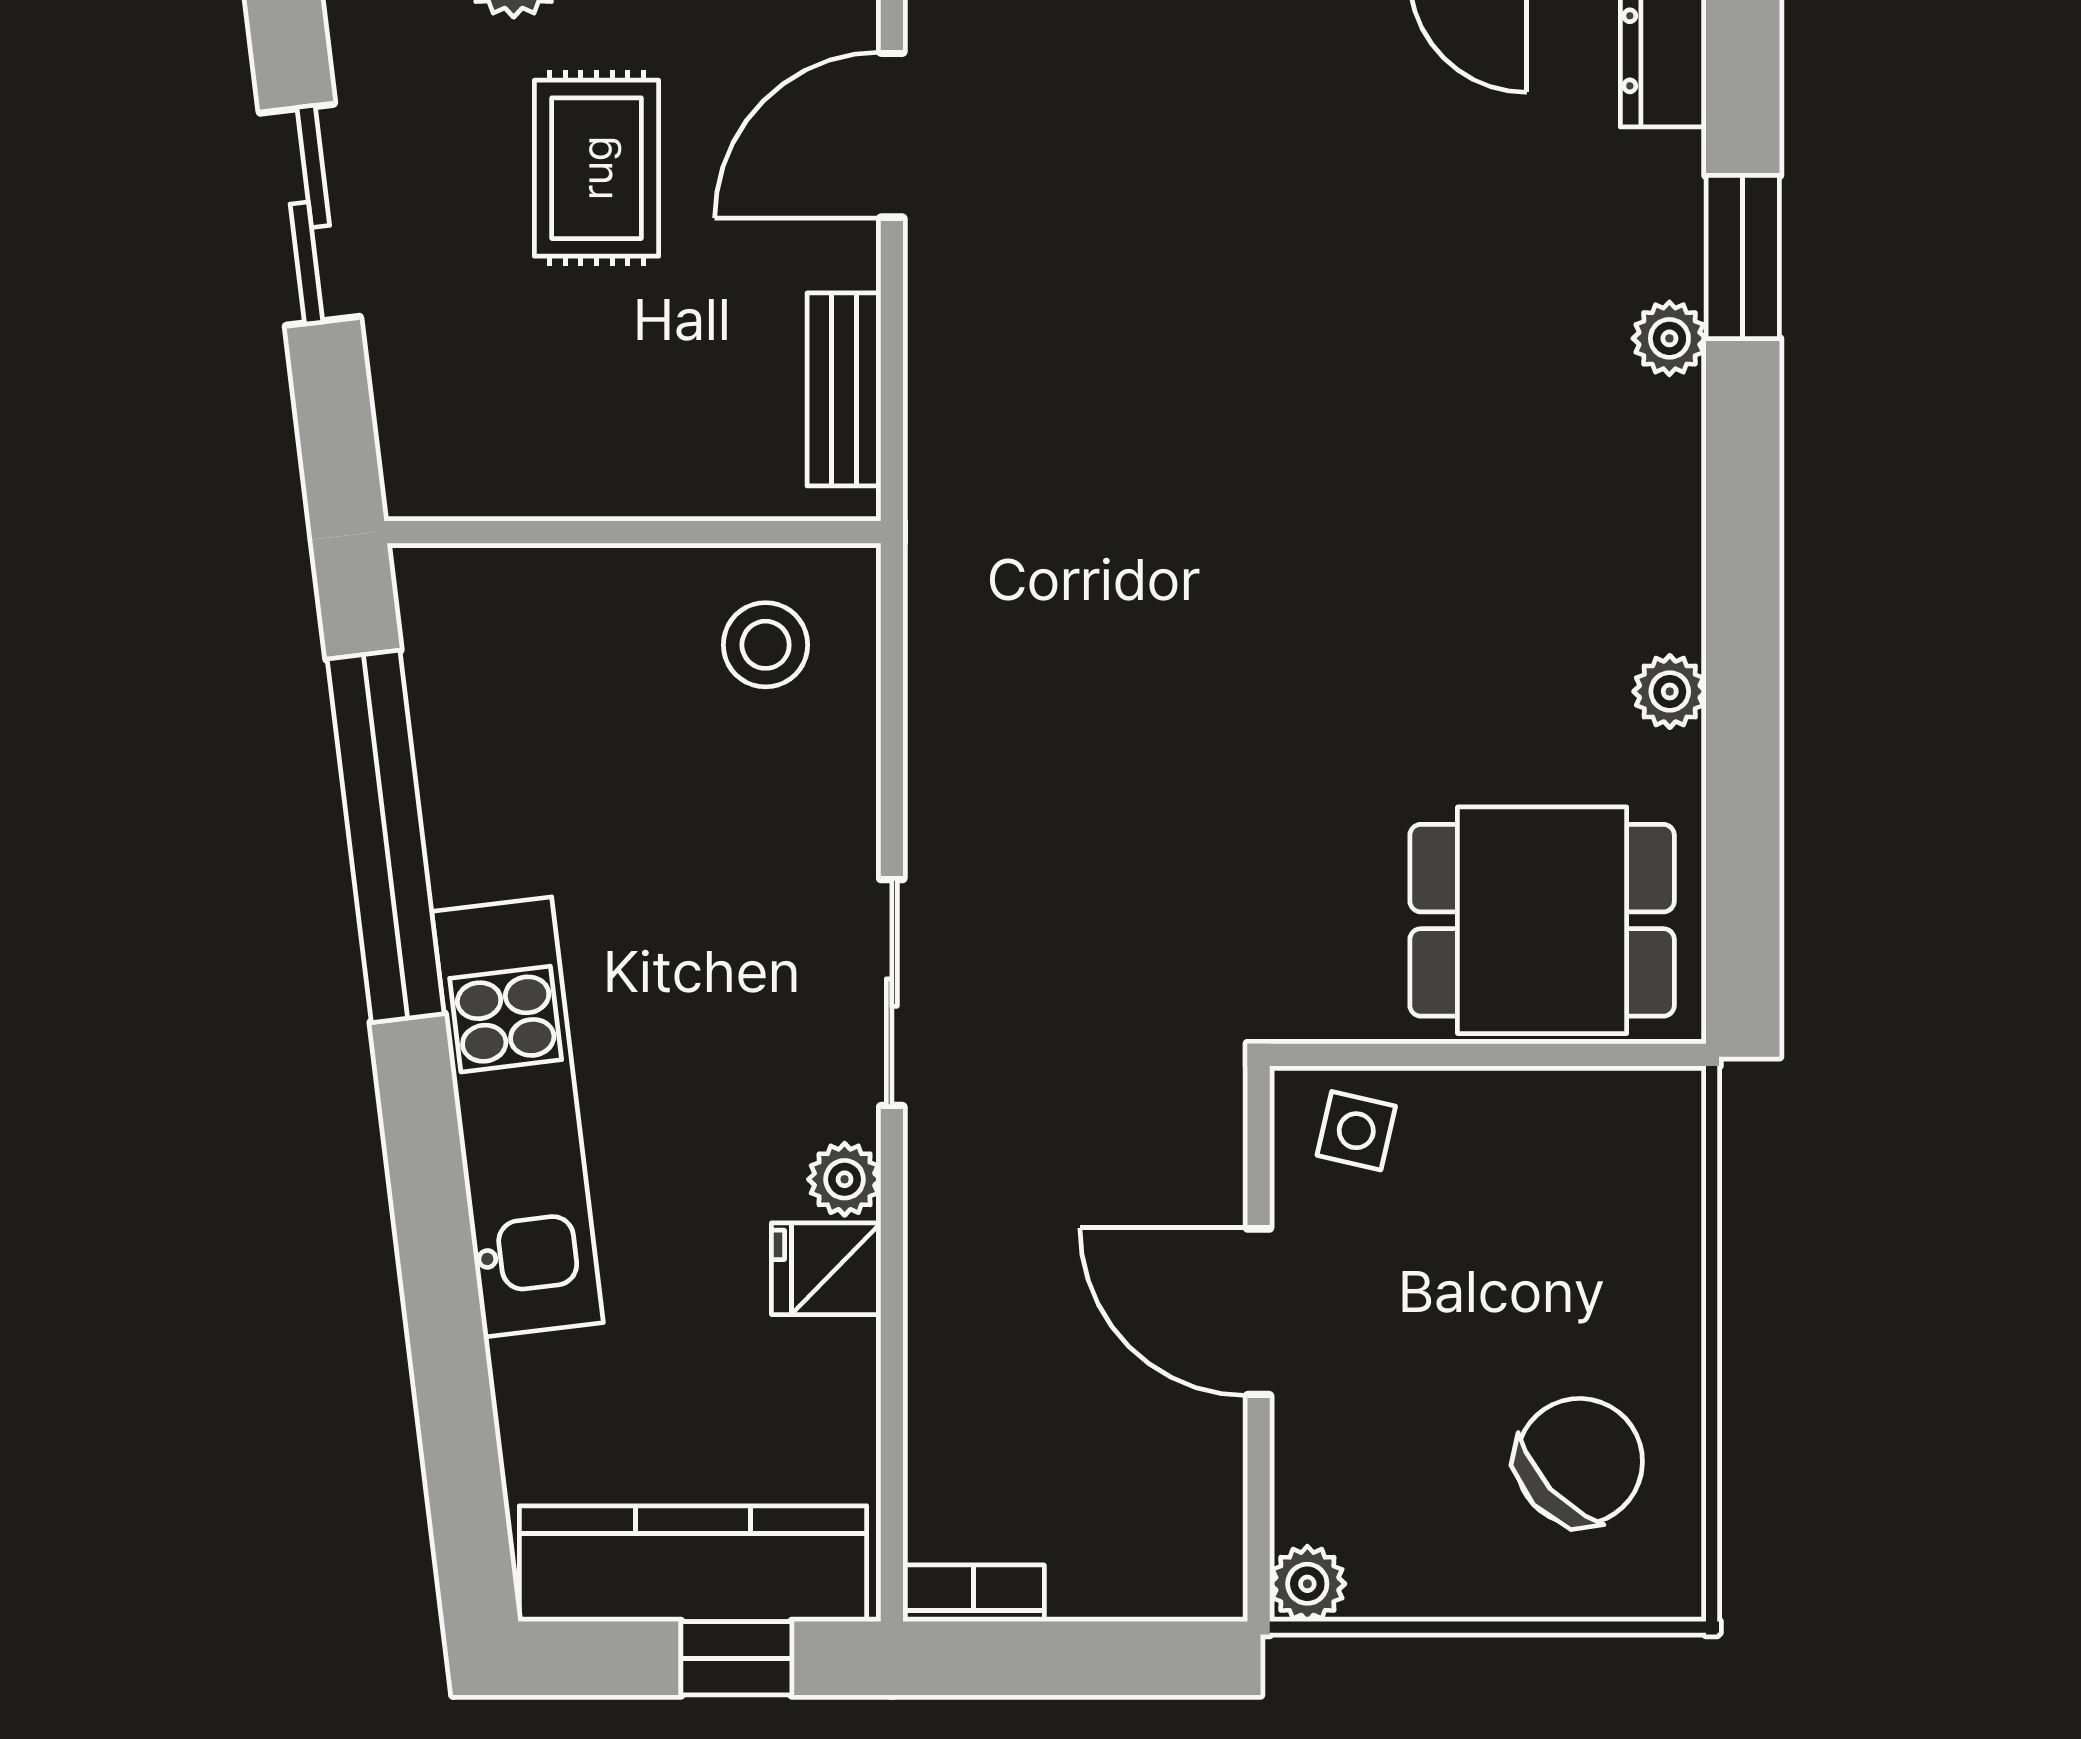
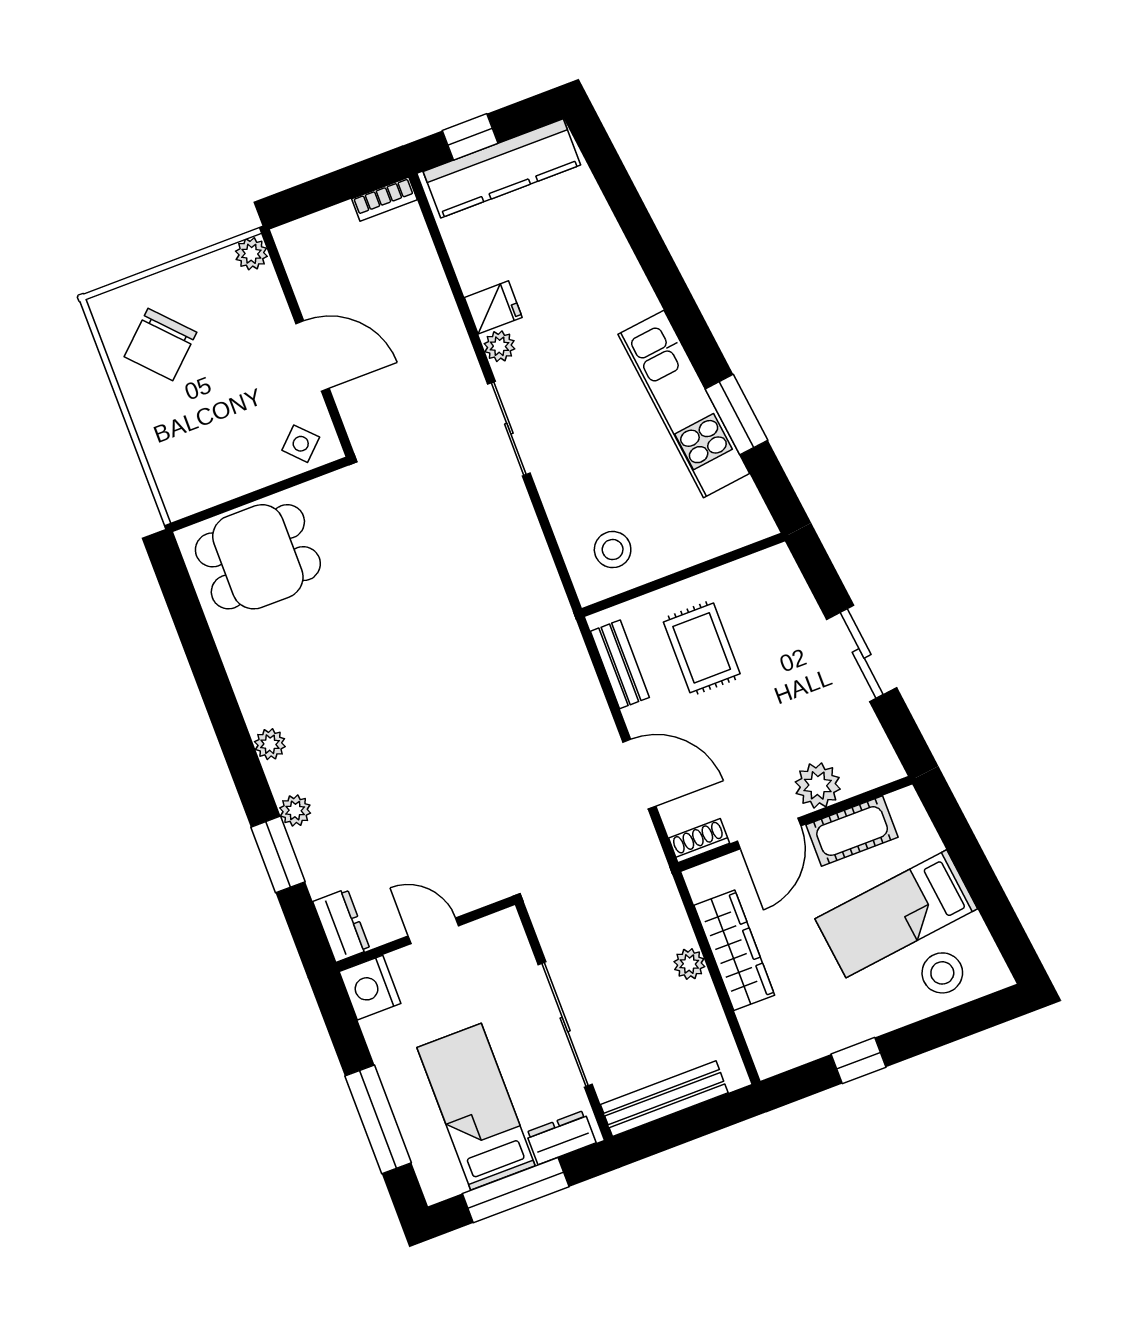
door: (892, 135) -> (639, 774), hinge flipped
rug: (597, 168) -> (702, 648), moved
plant: (1670, 691) -> (270, 744), moved
window: (386, 836) -> (737, 415), width x0.47
kitchen unit: (518, 1117) -> (684, 404), moved
side table: (1356, 1131) -> (301, 444), turned 33

